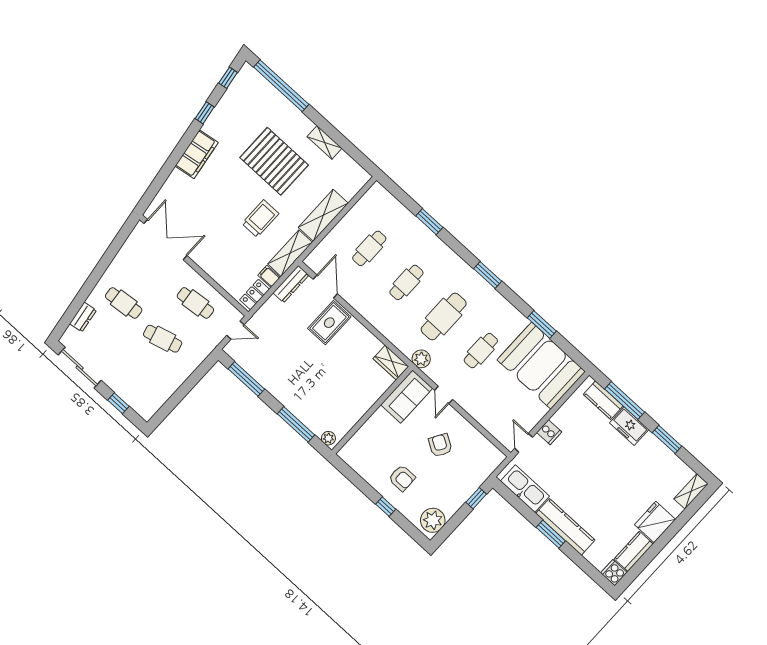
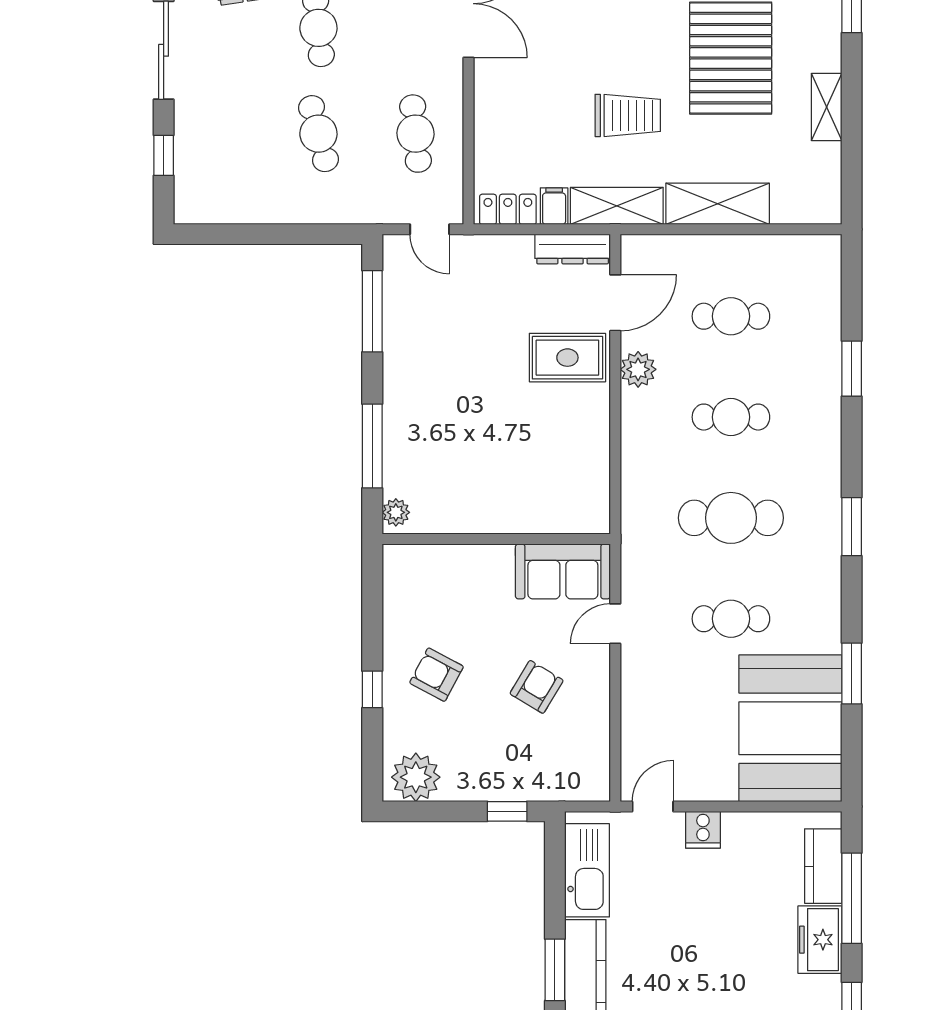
plant: (421, 359) -> (638, 369), moved
wardrobe: (391, 363) -> (592, 502), removed
armchair: (402, 478) -> (436, 675), turned 118

